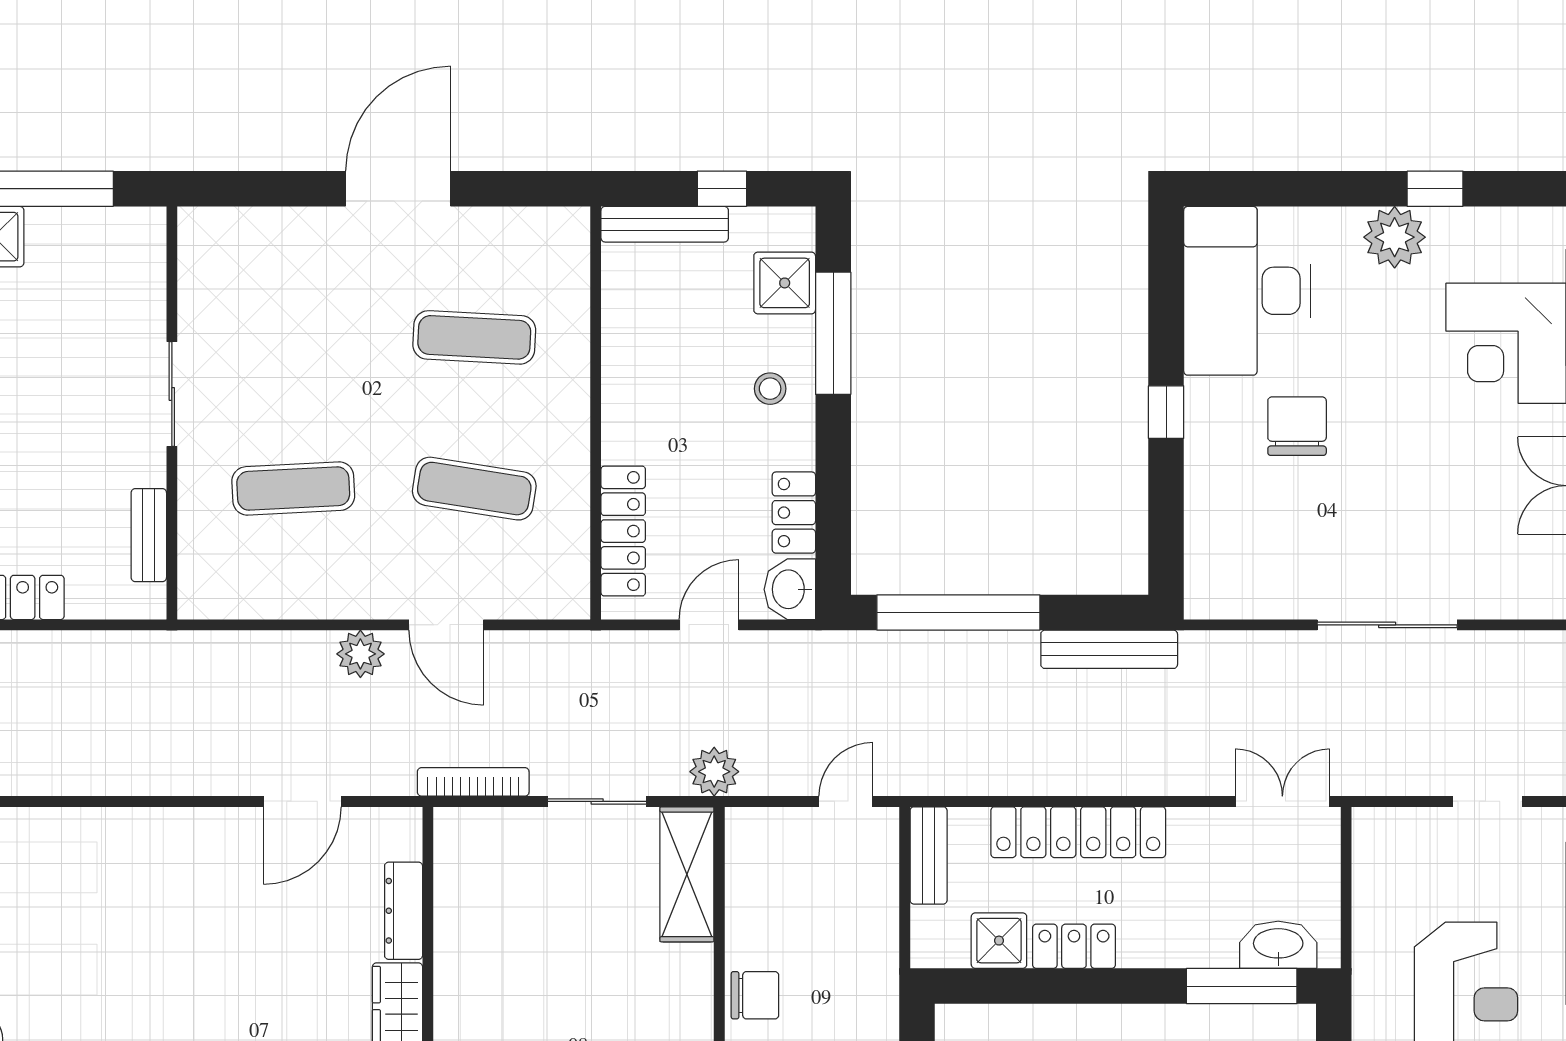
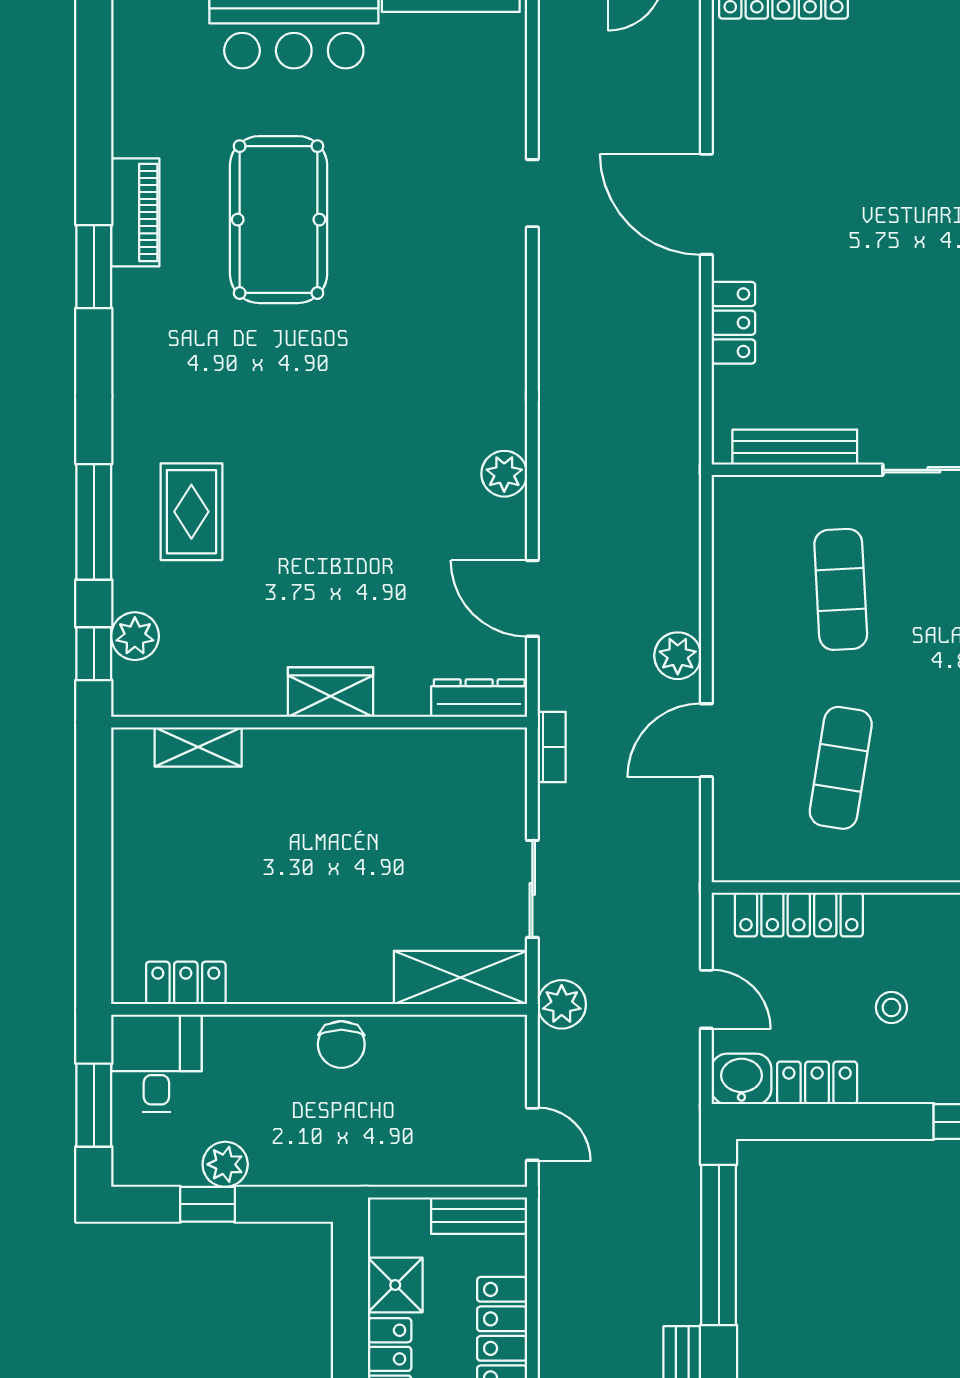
stool: (770, 389) -> (891, 1007), moved
bench: (149, 535) -> (795, 447), width x1.36
bookcase: (473, 782) -> (552, 747), width x0.64
plant: (176, 830) -> (504, 474), added
dresser: (404, 911) -> (479, 698), moved

